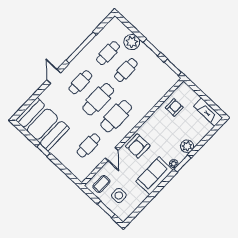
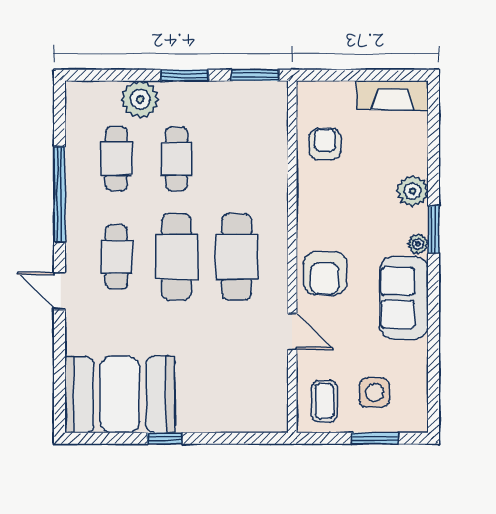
cafe table: (88, 145) -> (237, 355), removed

